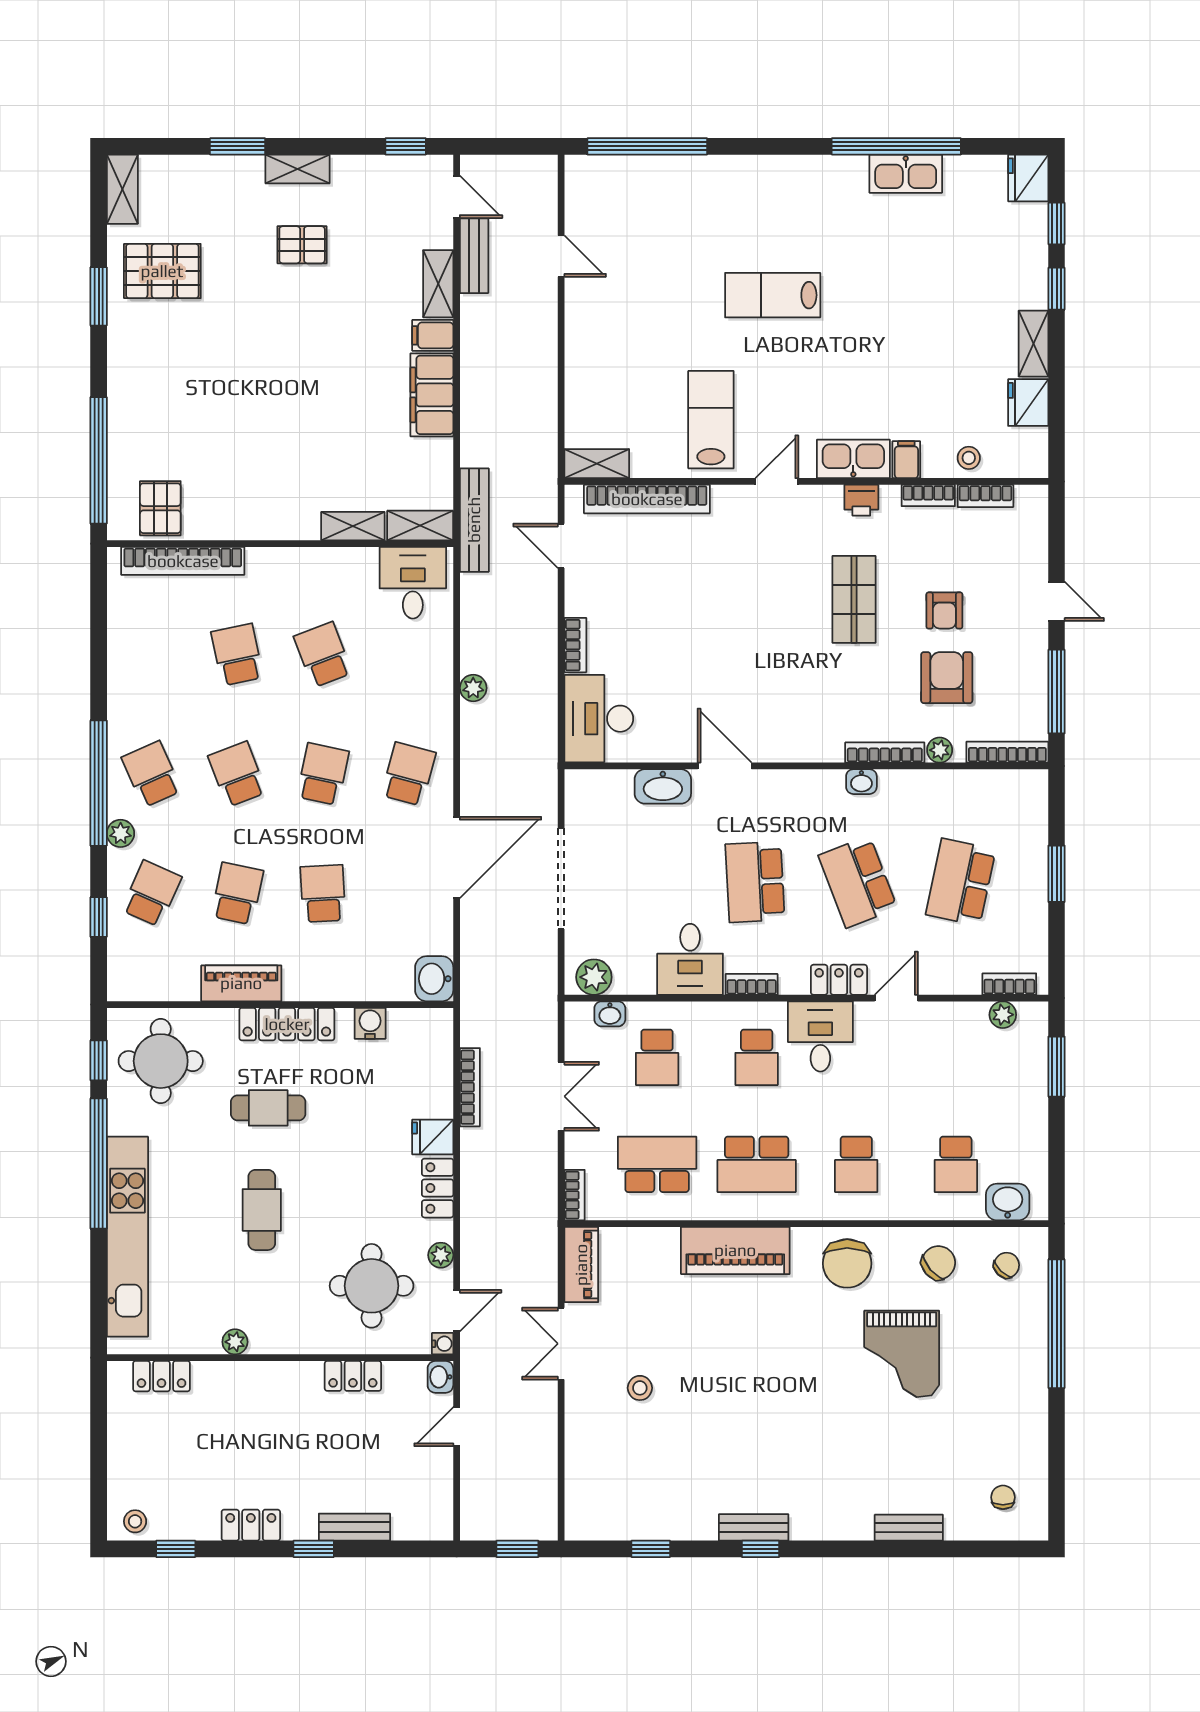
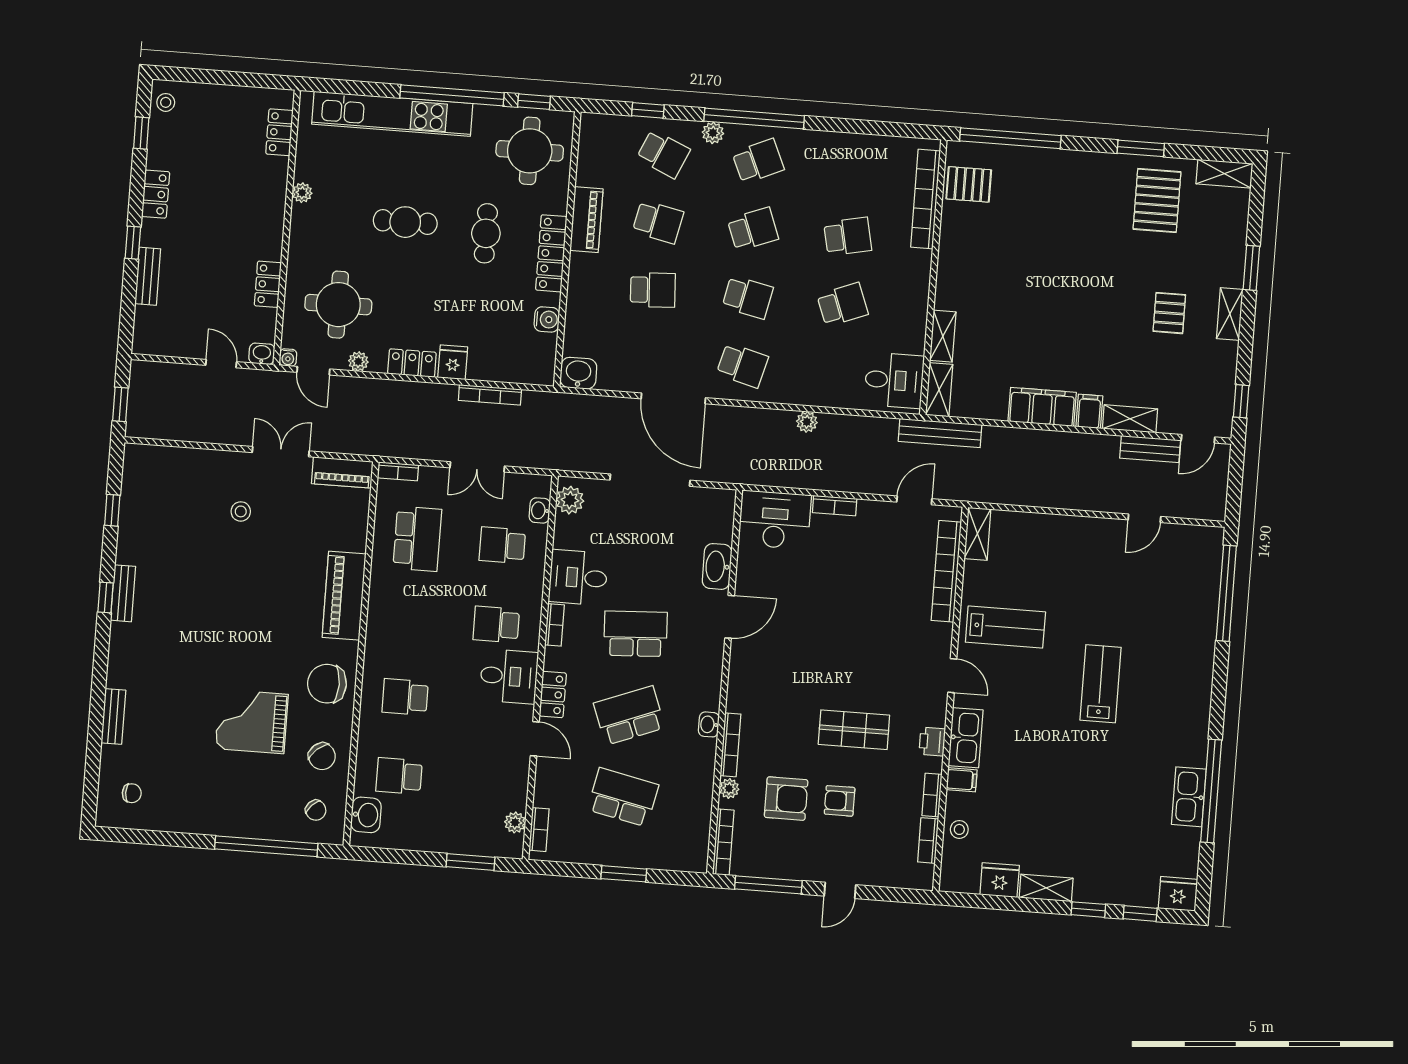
school desk: (757, 1164) -> (411, 618), removed

